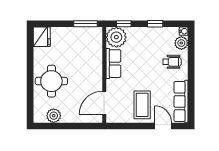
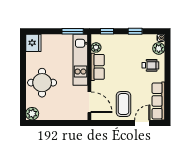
plant: (116, 37) -> (96, 47), width x0.53, depth x0.53
kitchen unit: (94, 56) -> (80, 60), added
door: (104, 103) -> (89, 102), swing flipped
plant: (54, 116) -> (32, 114), moved
door: (163, 126) -> (142, 123), hinge flipped

